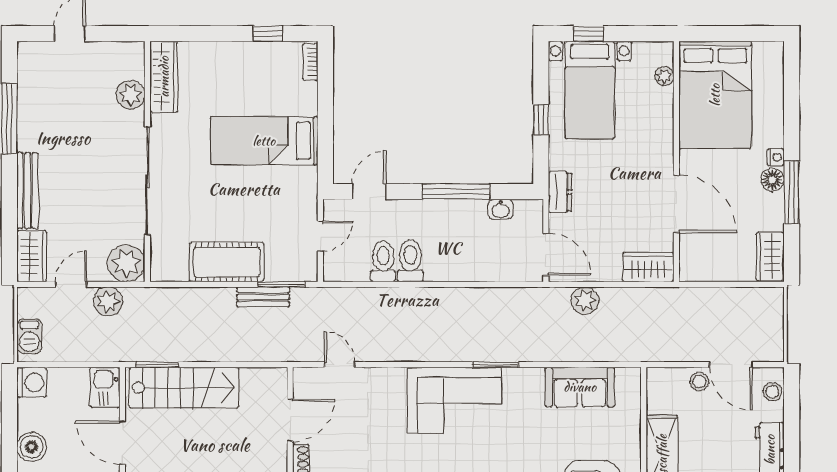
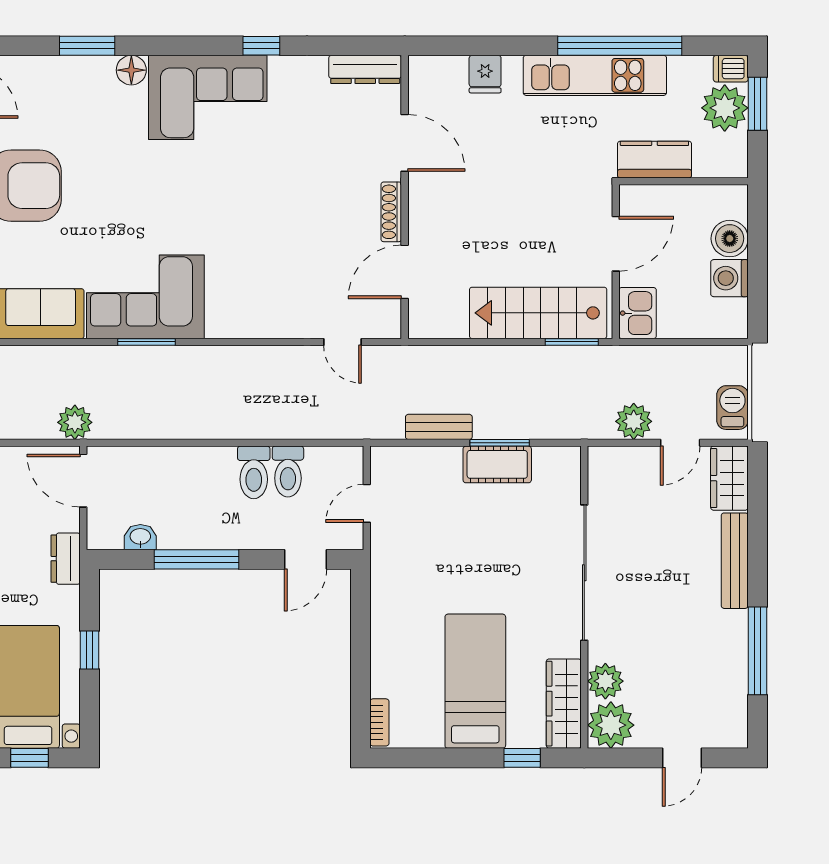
window: (268, 34) -> (522, 758), moved
bed: (264, 141) -> (475, 681), moved, turned -90
cot: (227, 262) -> (497, 464), width x0.73, depth x0.75
plant: (126, 263) -> (611, 725), moved
window: (281, 284) -> (500, 443), moved
plant: (585, 301) -> (75, 422), moved
barbecue: (29, 336) -> (732, 408), moved
washing machine: (32, 383) -> (729, 278), moved
corner sofa: (455, 400) -> (145, 297), moved
door: (122, 443) -> (616, 244), hinge flipped

